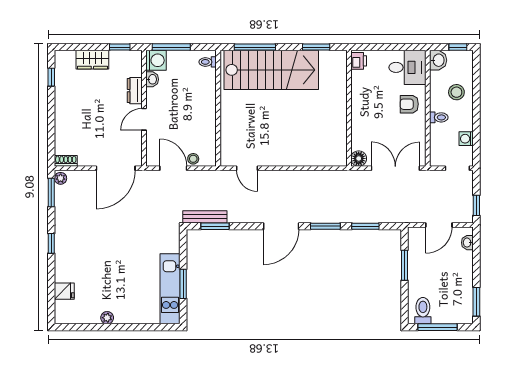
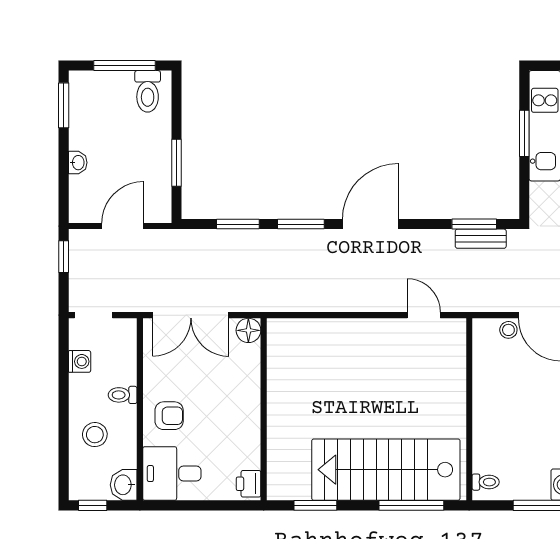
bench: (205, 217) -> (481, 239), width x0.73
washbasin: (467, 243) -> (78, 163), moved

